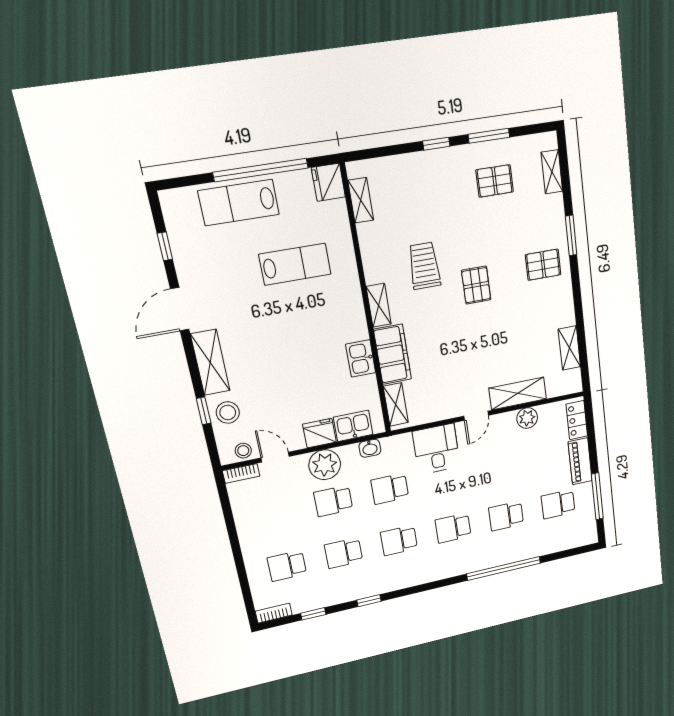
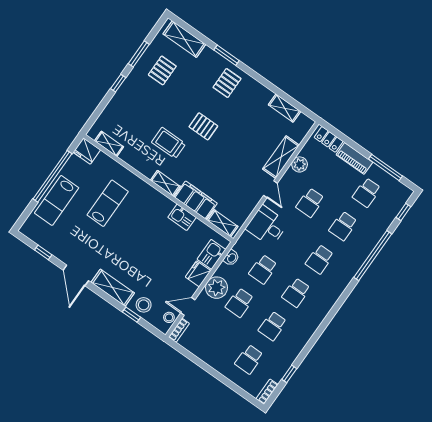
shelving: (552, 172) -> (184, 39), width x1.50, depth x1.33
school desk: (499, 465) -> (310, 203), added
window: (369, 601) -> (403, 212), moved

